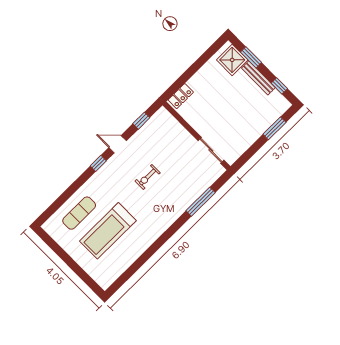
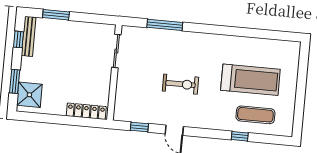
bench: (258, 78) -> (29, 36), moved
locker: (181, 96) -> (86, 111), width x1.53
window: (98, 163) -> (240, 136), moved
exercise bike: (148, 177) -> (180, 84), width x1.38, depth x1.39

